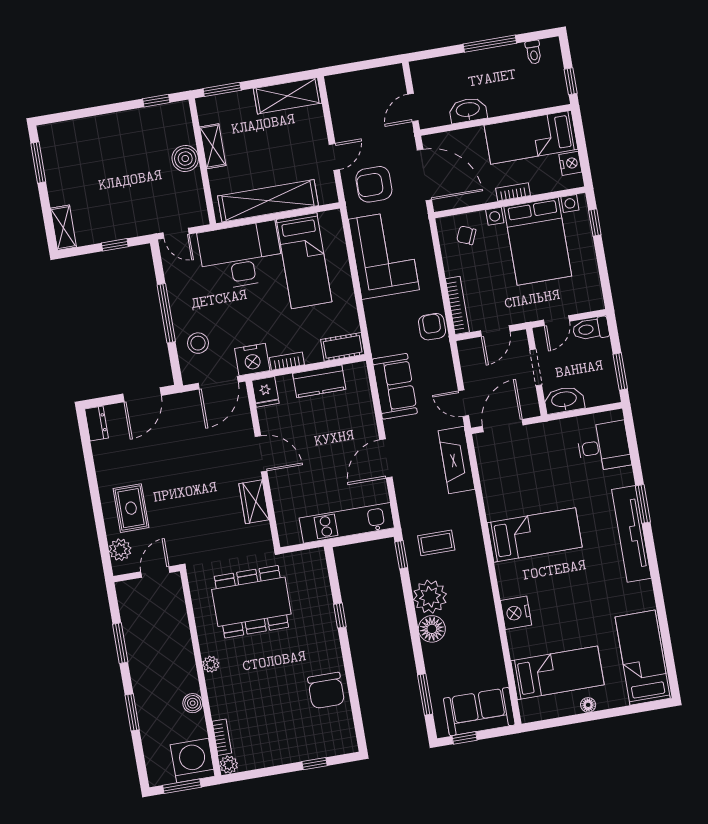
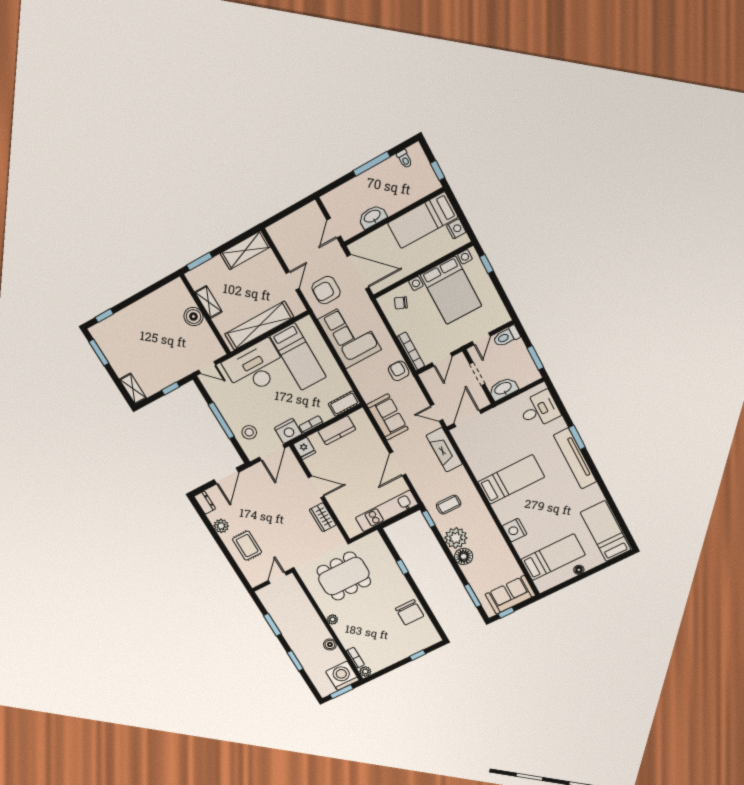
window: (156, 101) -> (104, 316), moved
bookcase: (513, 192) -> (423, 262), removed
plant: (120, 550) -> (221, 526), moved

